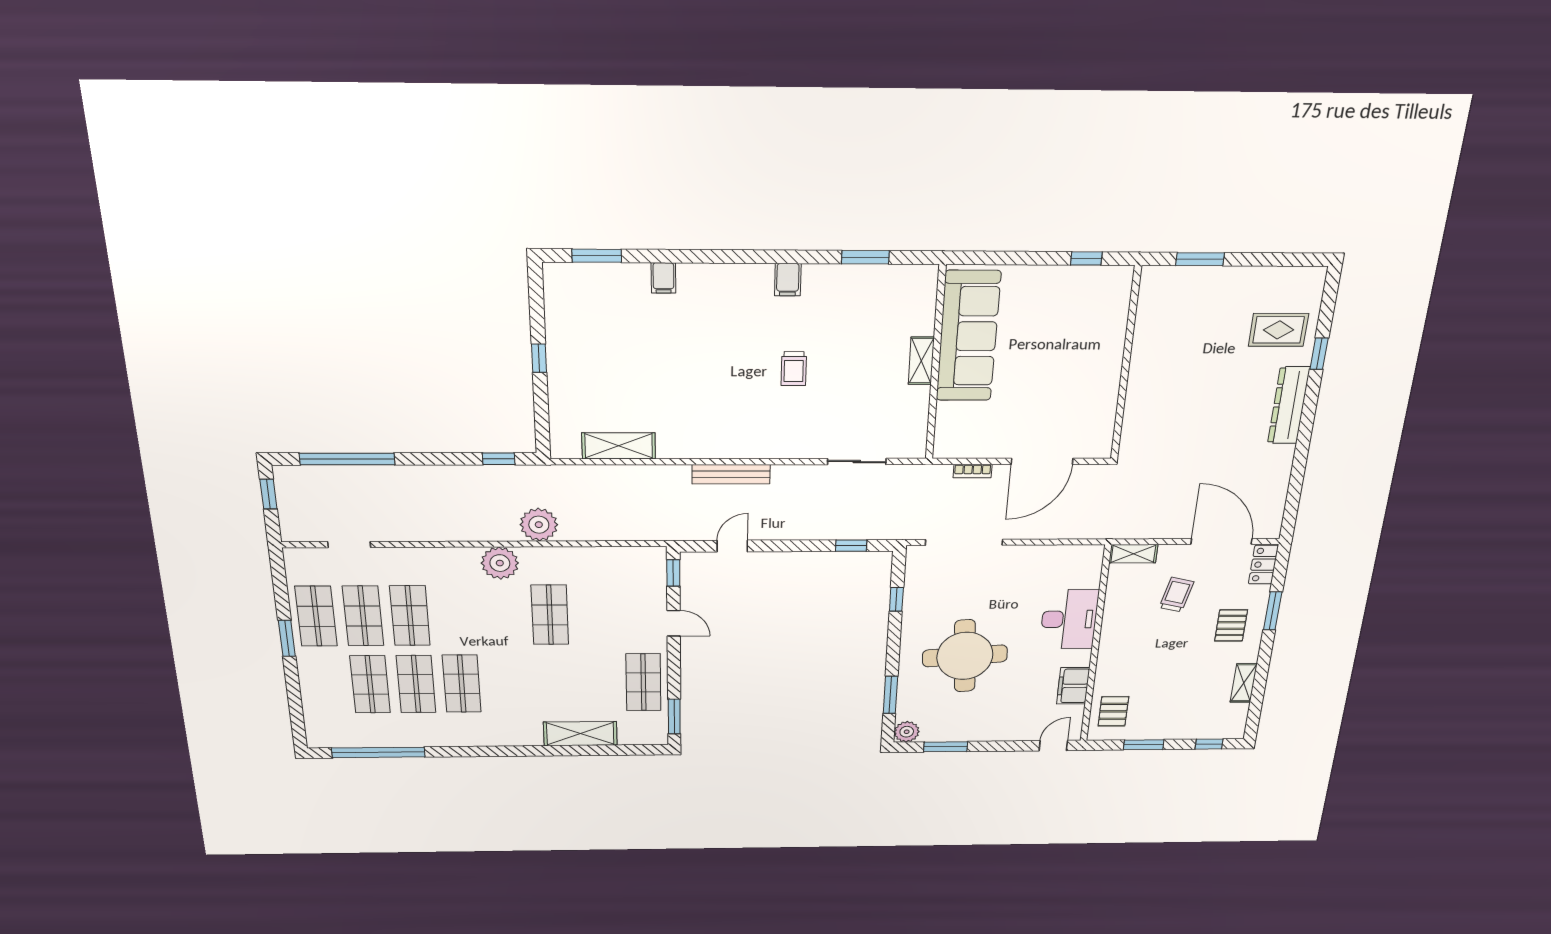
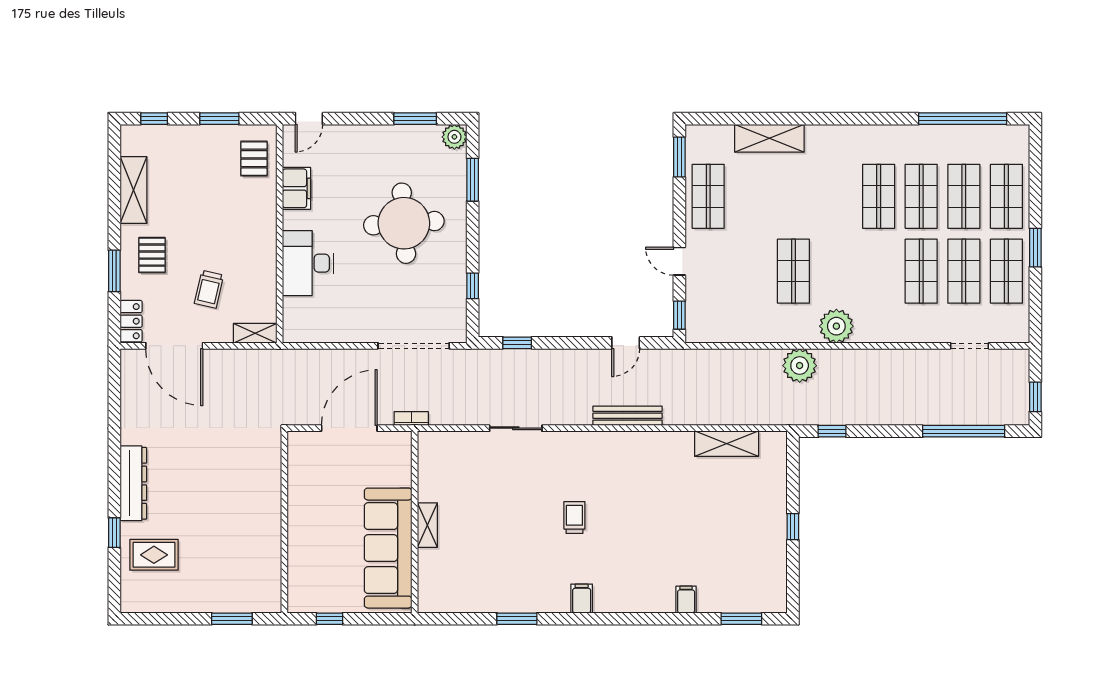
sofa: (968, 336) -> (388, 548), moved
shelving: (921, 361) -> (427, 525), moved
wall: (936, 364) -> (415, 522), moved
shelving: (1244, 683) -> (133, 190), width x1.50, depth x1.33
shop shelf: (324, 685) -> (1006, 196), added

